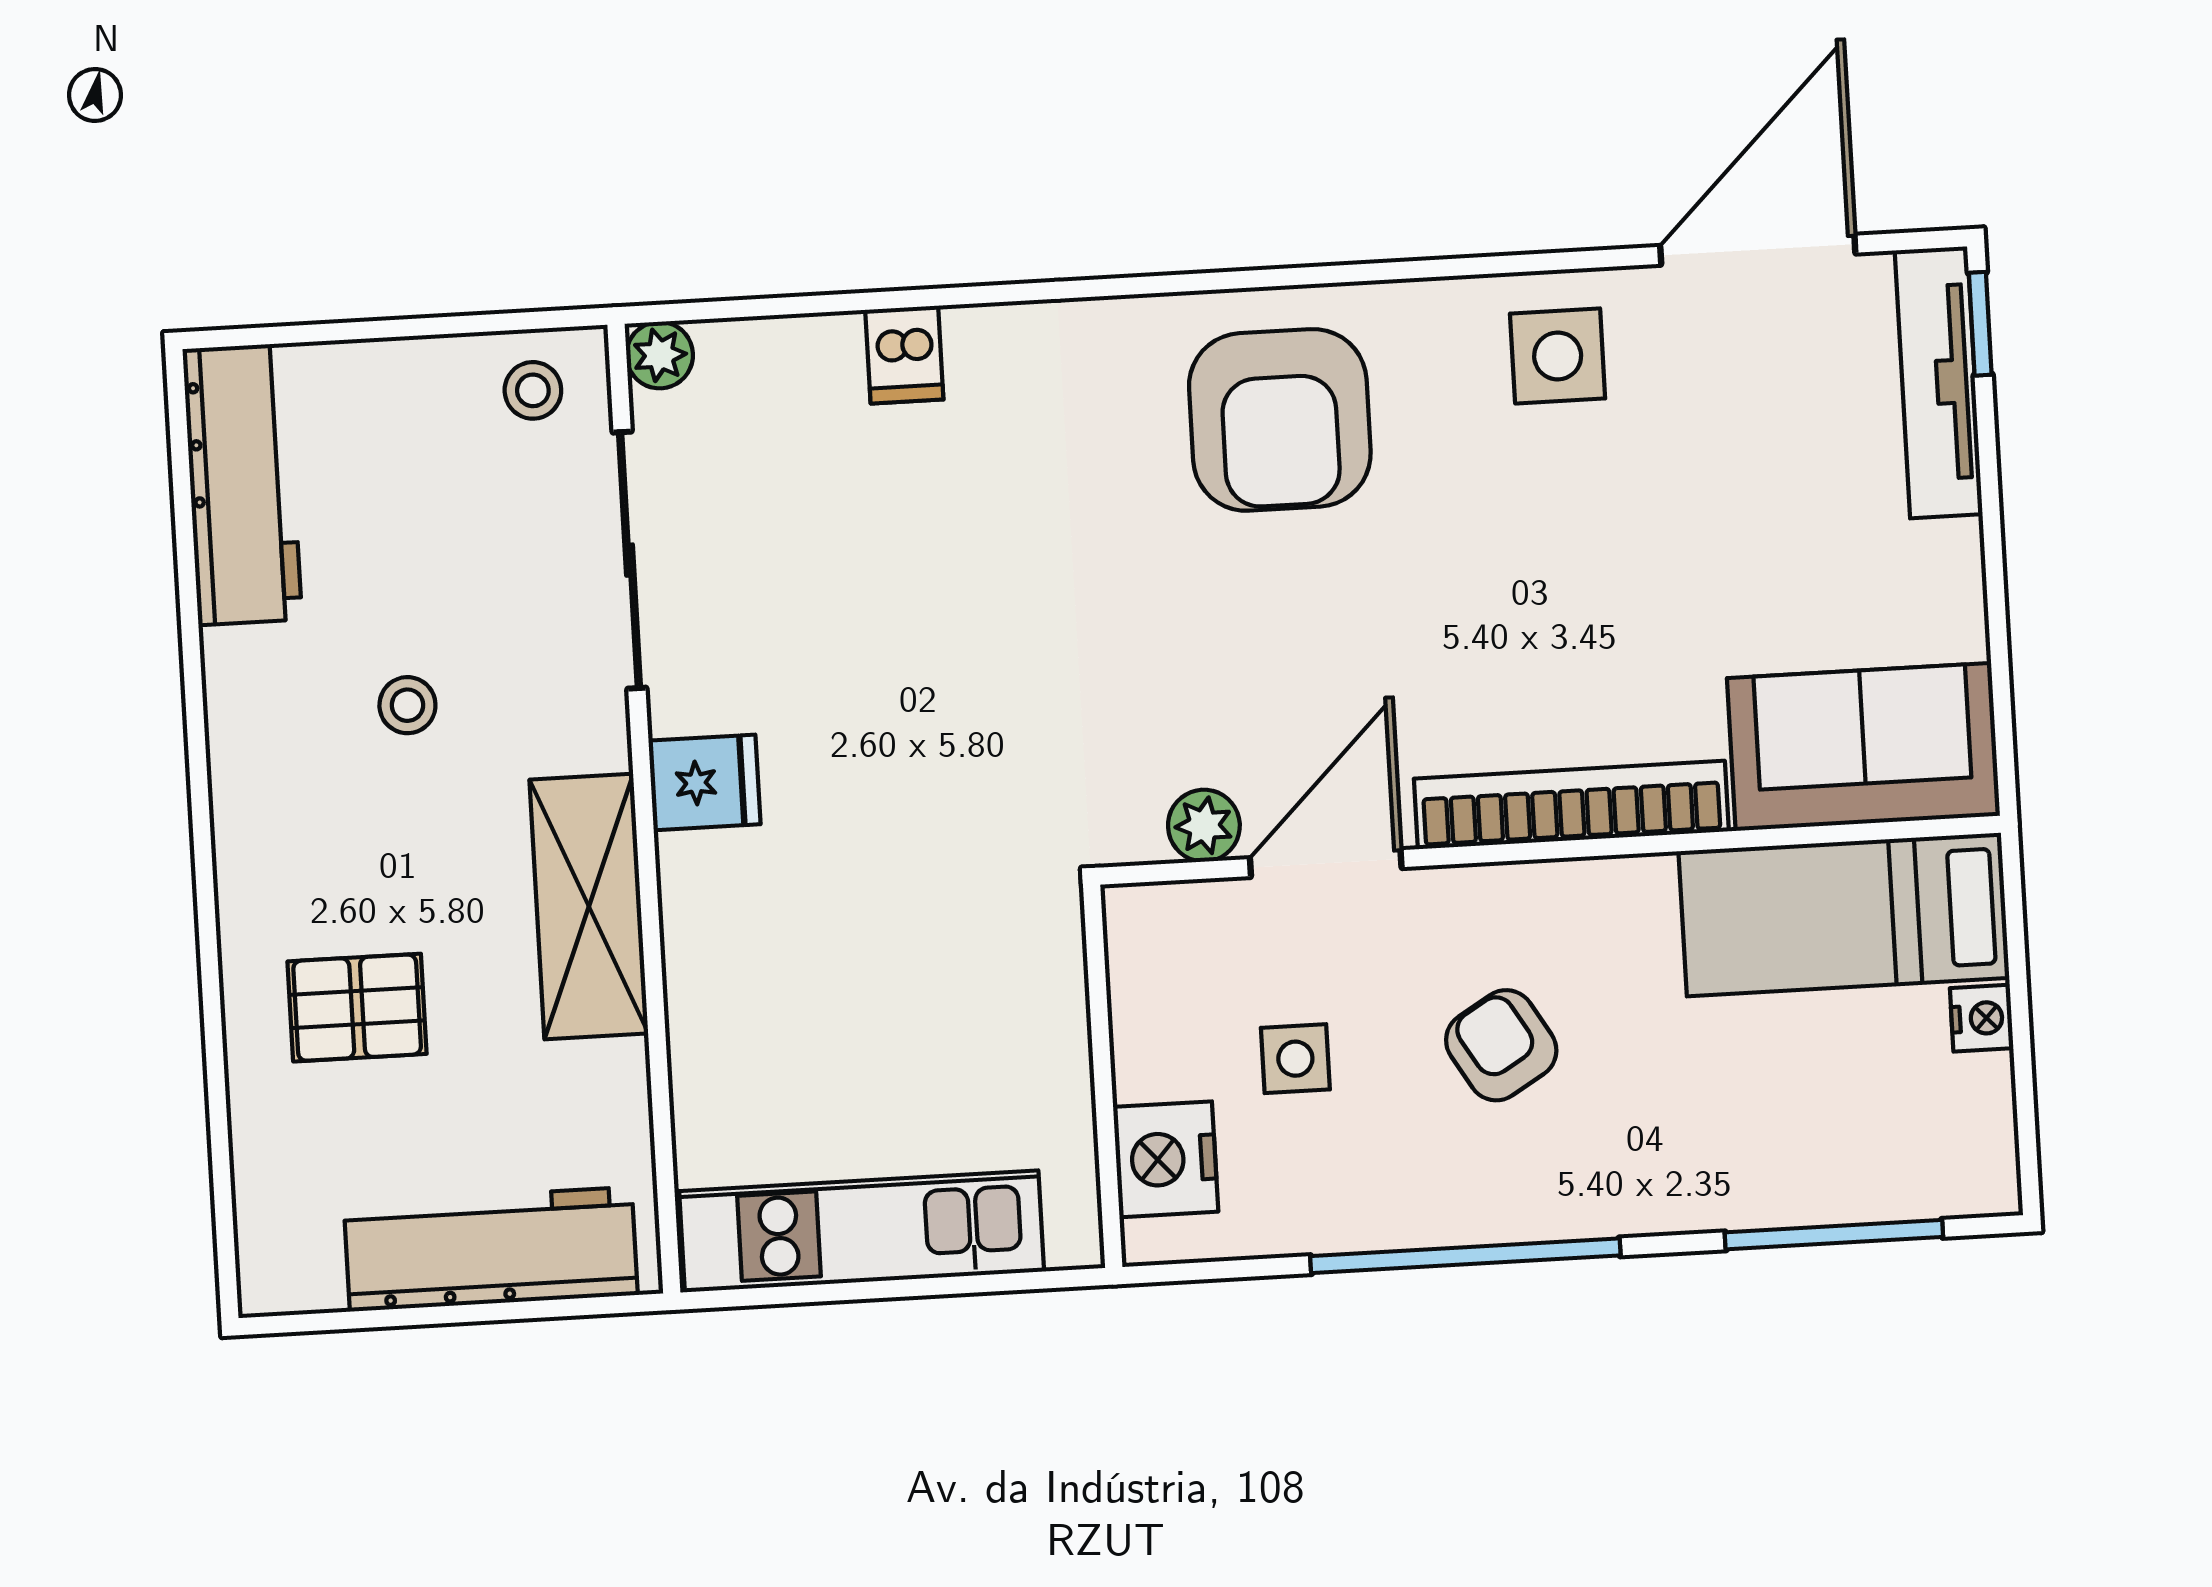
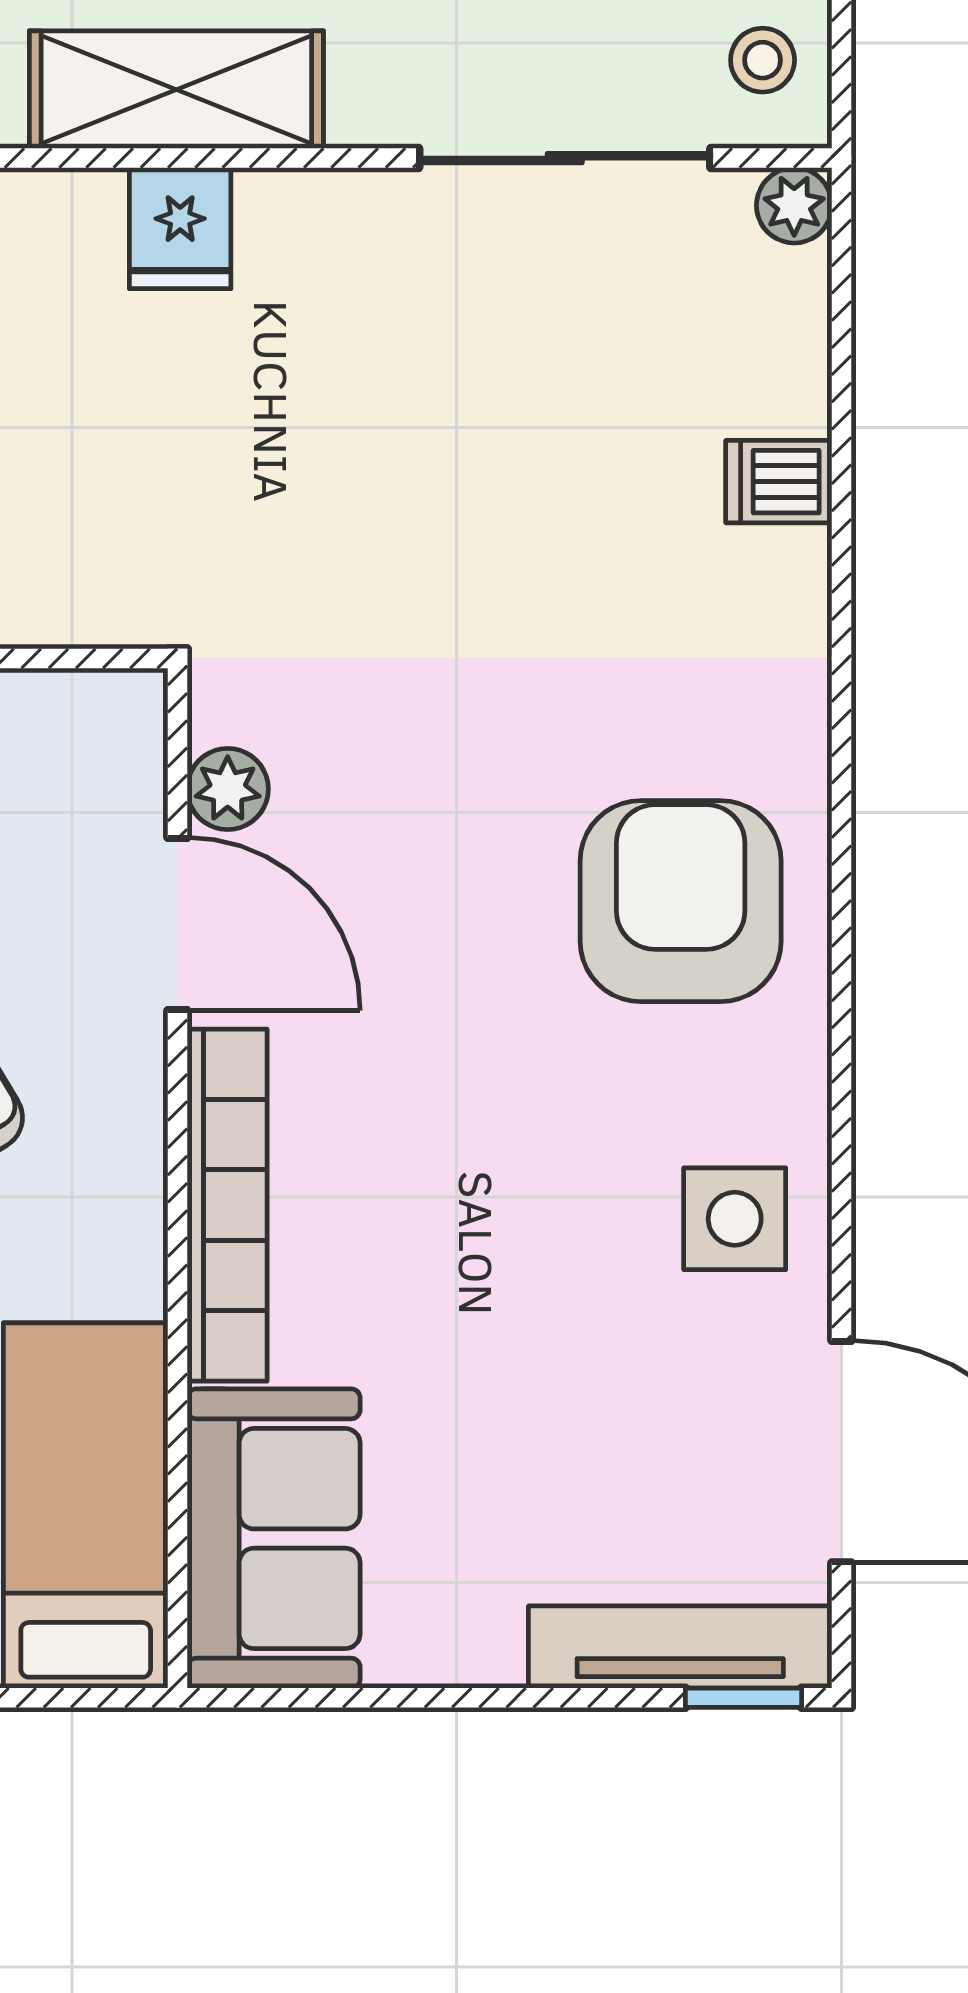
armchair: (1280, 420) -> (681, 901), turned 90
fridge: (704, 782) -> (180, 228), moved

